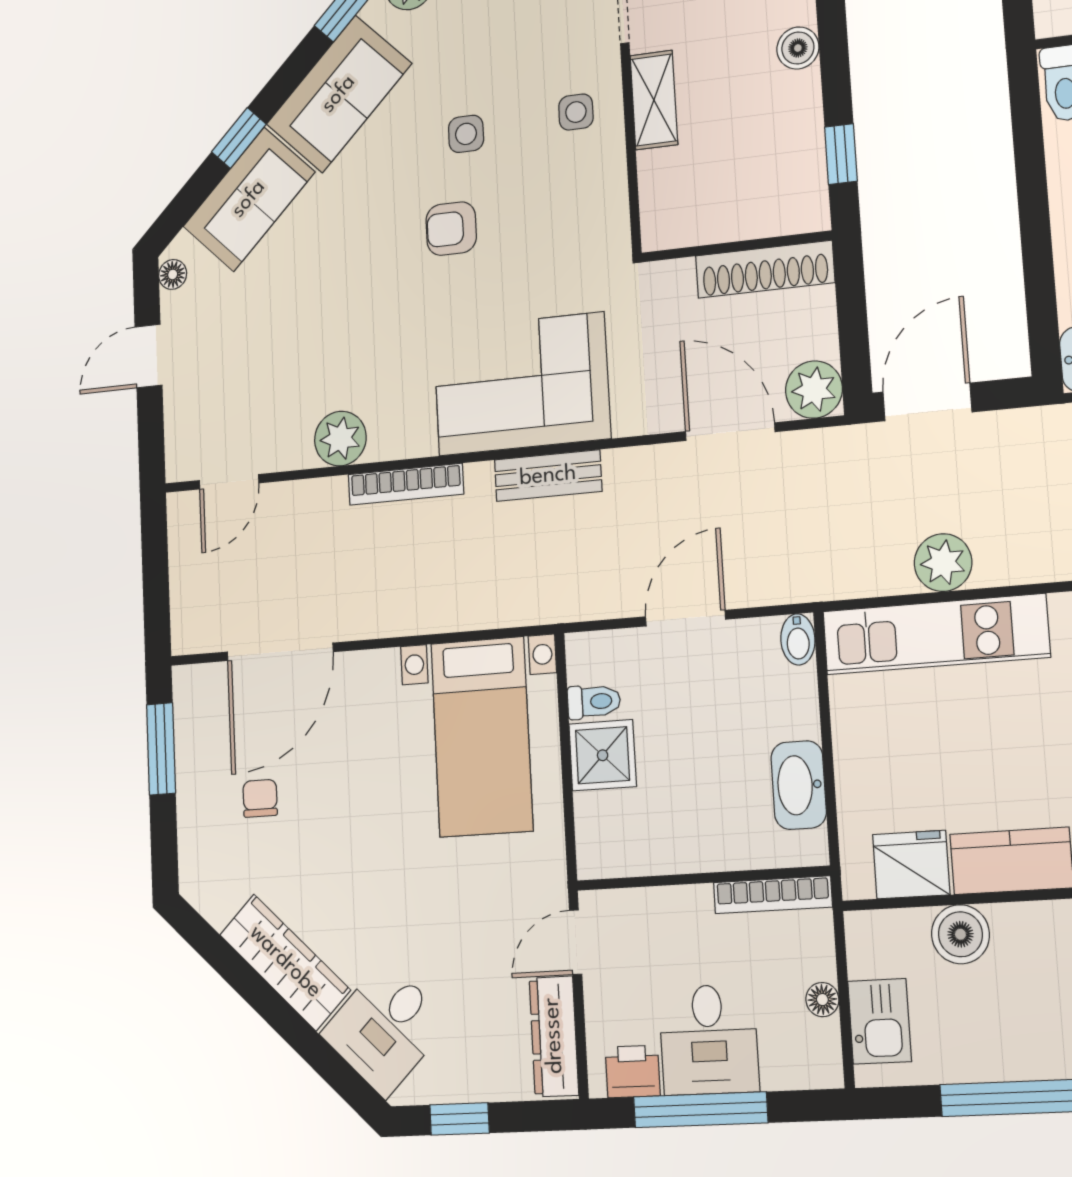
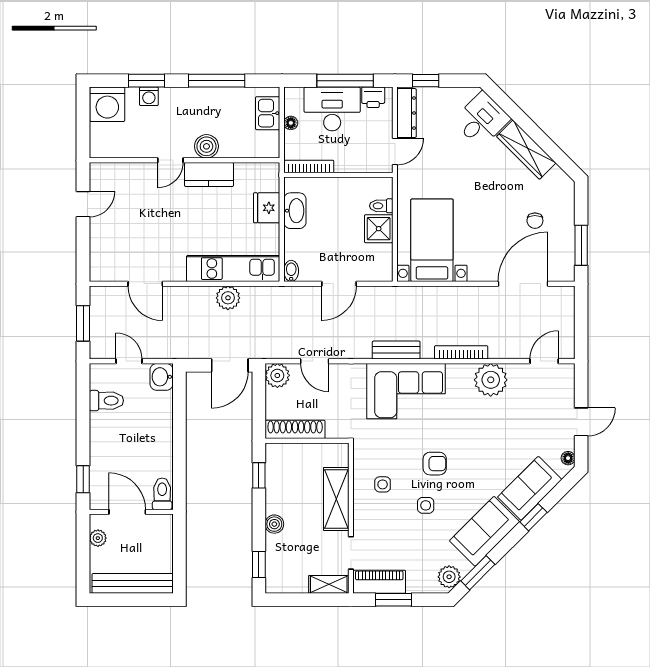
shelving: (654, 100) -> (336, 499), width x1.50, depth x1.33
side table: (576, 112) -> (383, 484), moved
door: (730, 432) -> (315, 361), width x0.73
plant: (340, 439) -> (491, 380), width x1.36, depth x1.36
toilet: (594, 702) -> (381, 206), moved
fridge: (911, 865) -> (267, 208), moved, turned 90
boiler: (960, 934) -> (206, 146), moved
desk: (709, 1039) -> (332, 109), width x1.37
window: (460, 1119) -> (426, 81), moved

